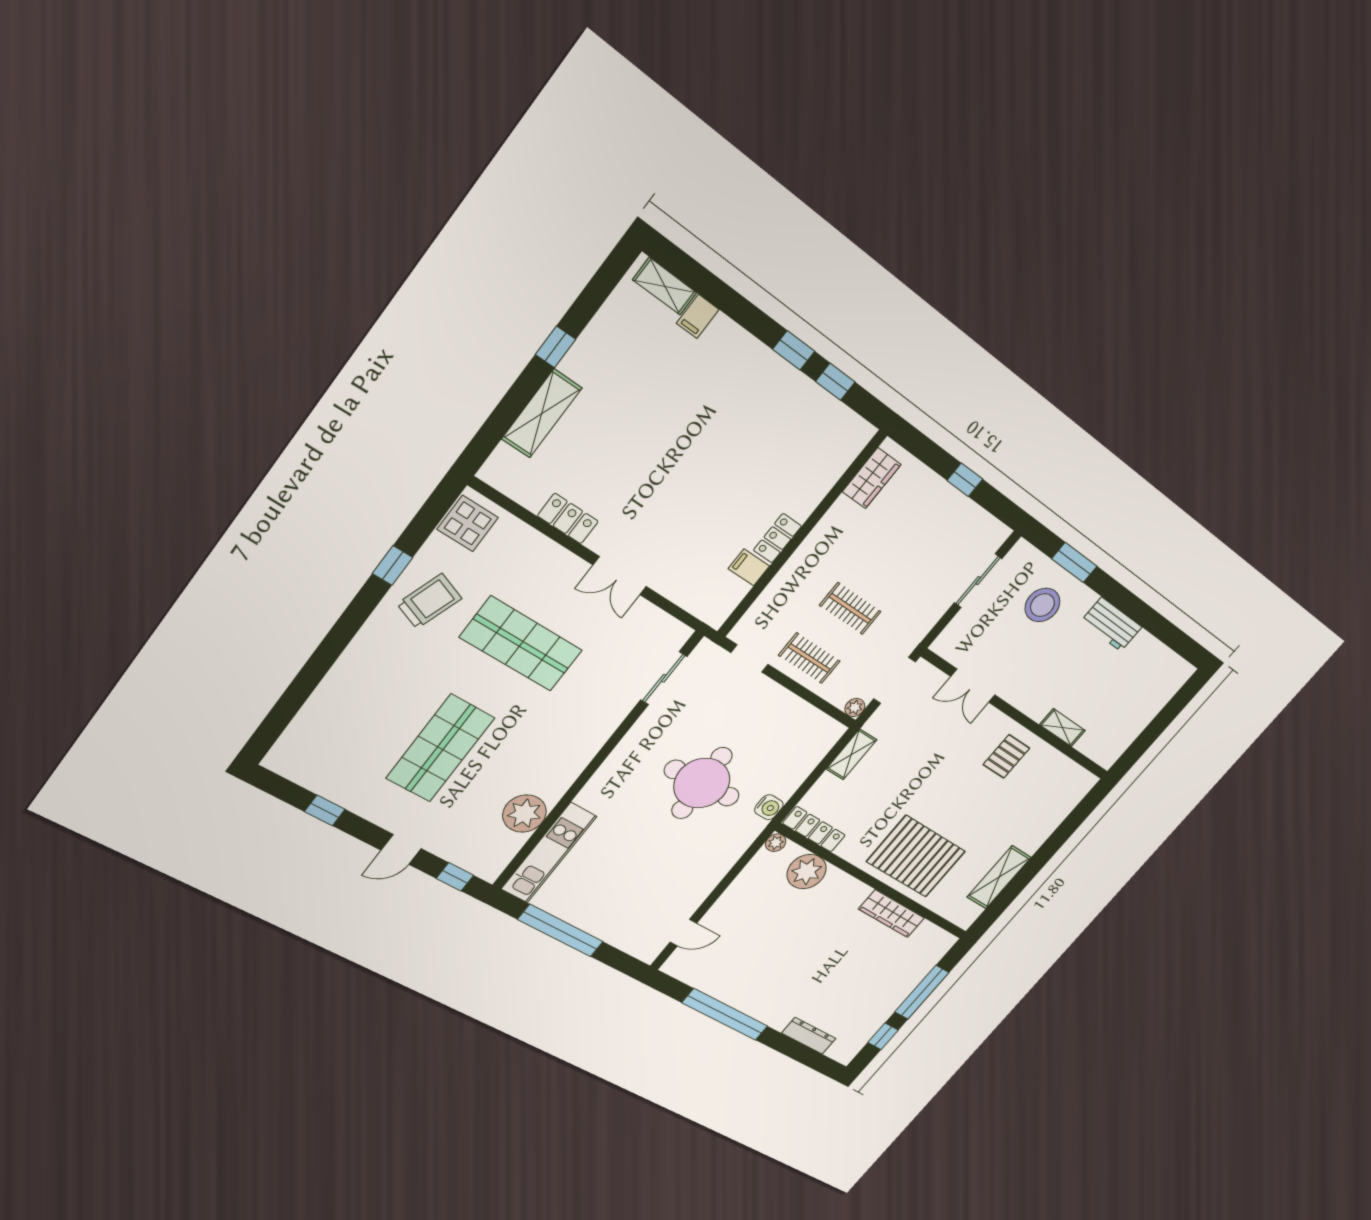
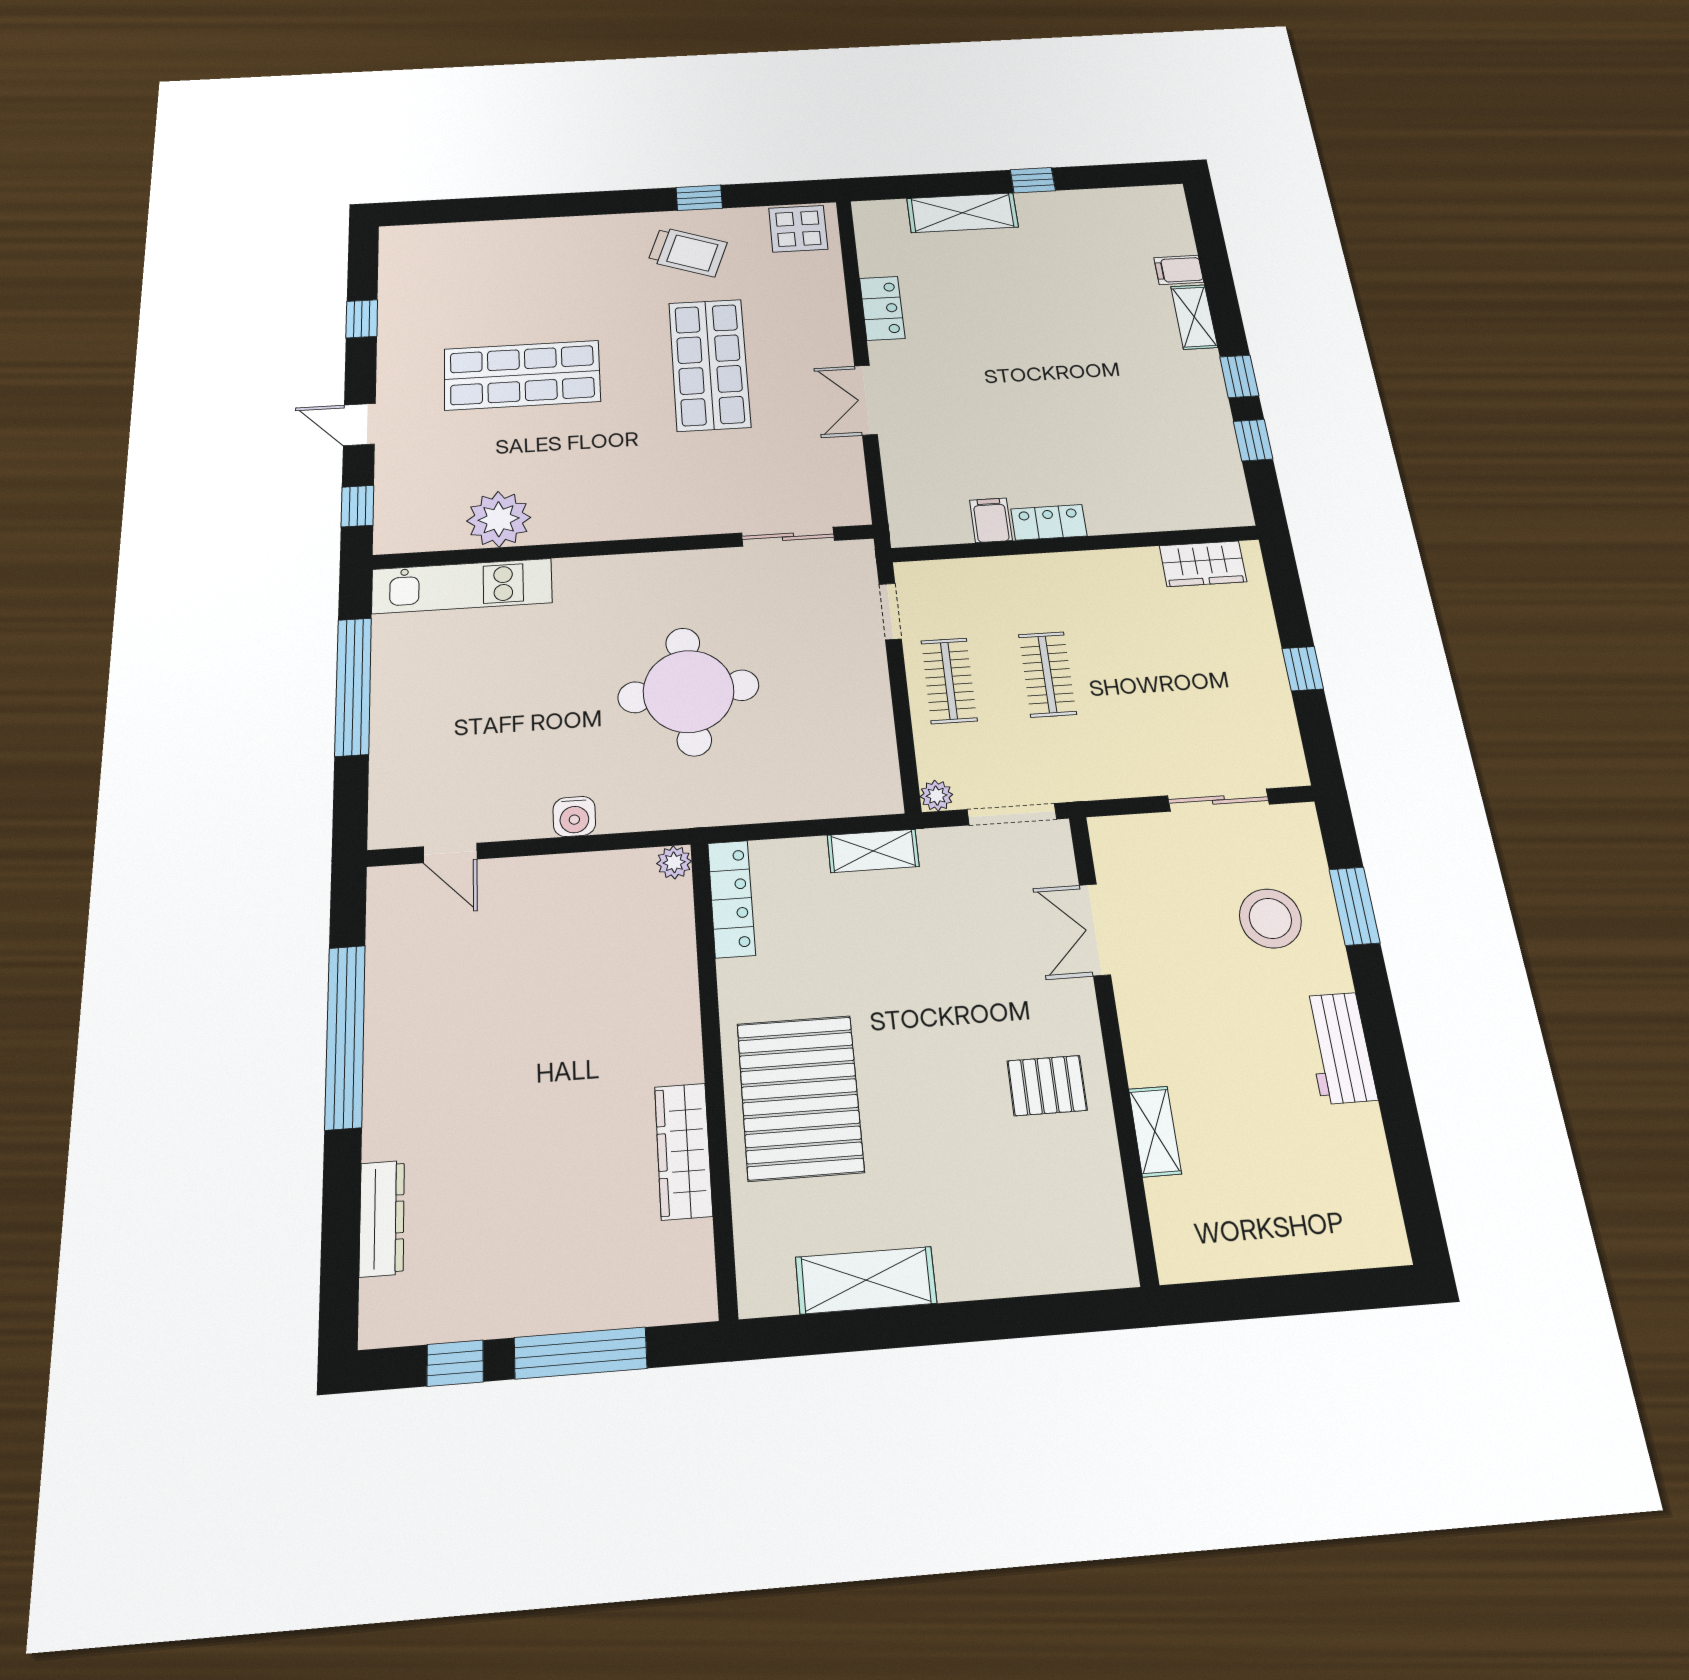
shelving: (665, 286) -> (1194, 317), moved
water cooler: (769, 807) -> (574, 816), moved
plant: (807, 872) -> (661, 948), removed

